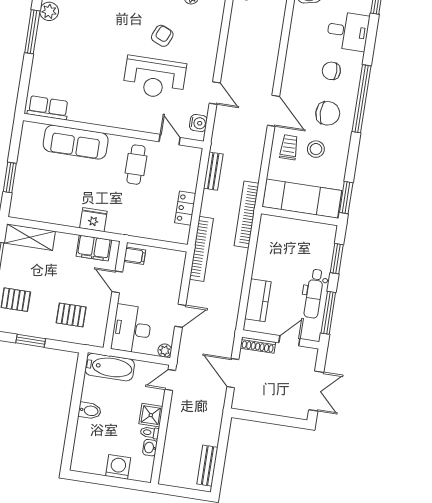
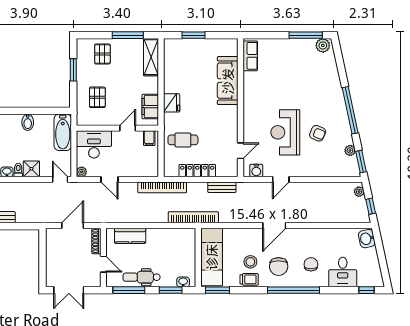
trolley: (289, 147) -> (249, 279), moved
cafe table: (136, 165) -> (183, 140), moved
locker: (185, 208) -> (197, 171), width x1.53
washbasin: (329, 241) -> (183, 282), added

